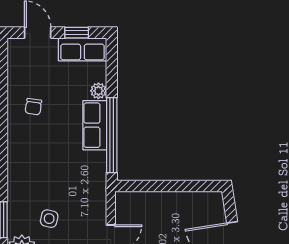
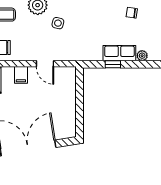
window: (112, 135) -> (113, 64), width x0.32

